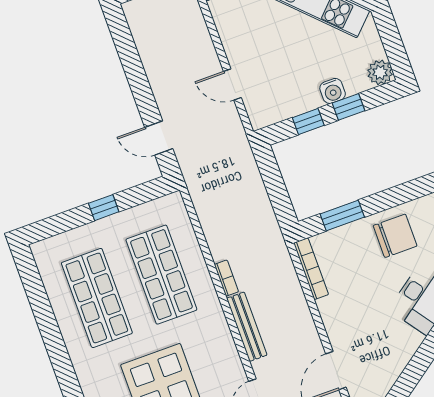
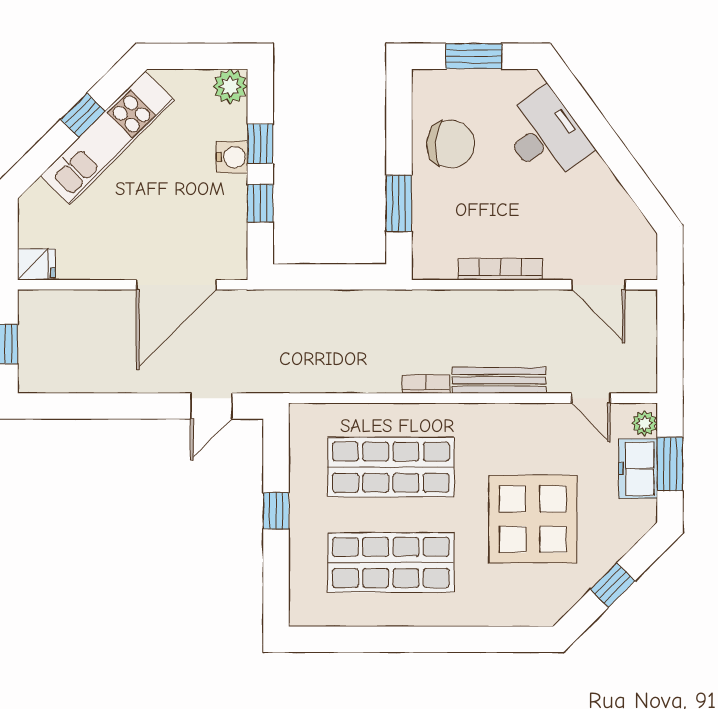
door: (232, 85) -> (176, 285), width x1.87
chair: (395, 236) -> (450, 144), turned 94
bookcase: (311, 269) -> (500, 269), moved

